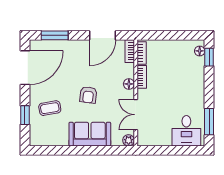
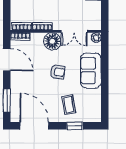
floor lamp: (129, 84) -> (52, 41), width x1.89, depth x1.89

